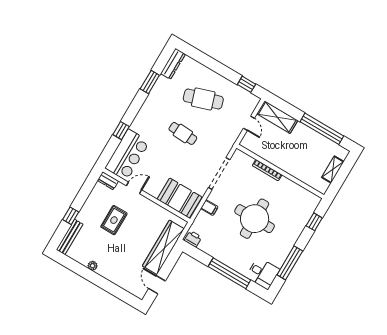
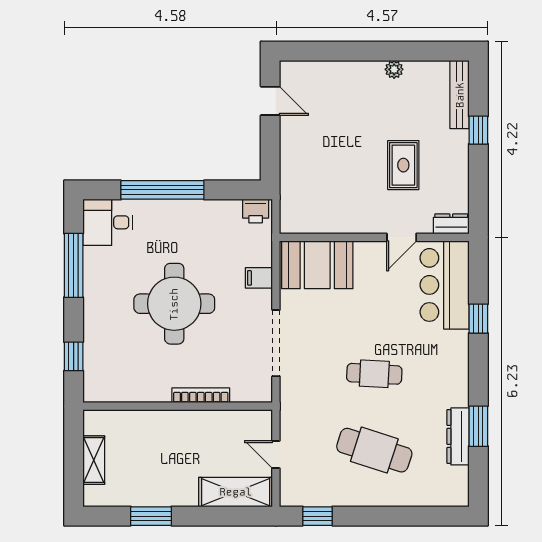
dresser: (173, 64) -> (458, 436), moved
cafe table: (203, 99) -> (374, 450), turned 36
window: (322, 129) -> (151, 516), width x0.47
wardrobe: (163, 247) -> (296, 168), removed

